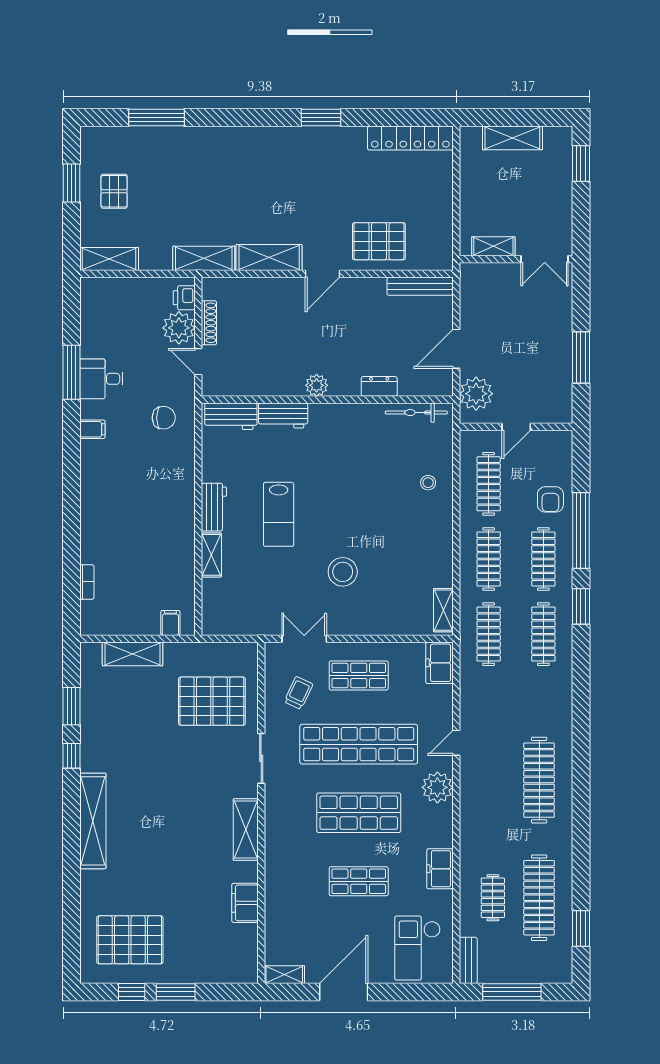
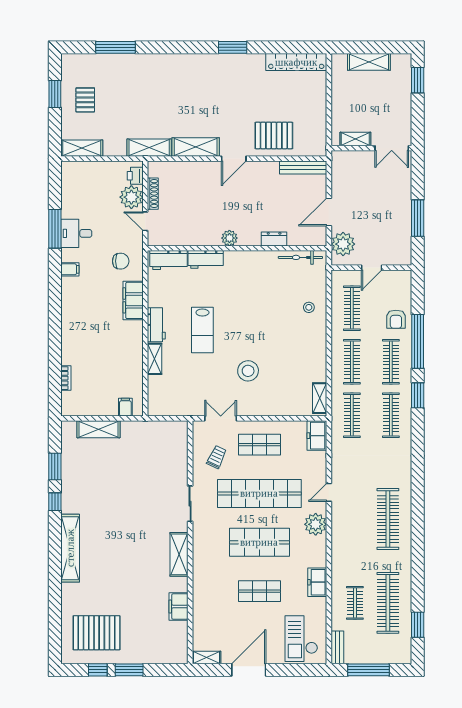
filing cabinet: (181, 473) -> (133, 300), added
pallet: (212, 701) -> (155, 463), removed

